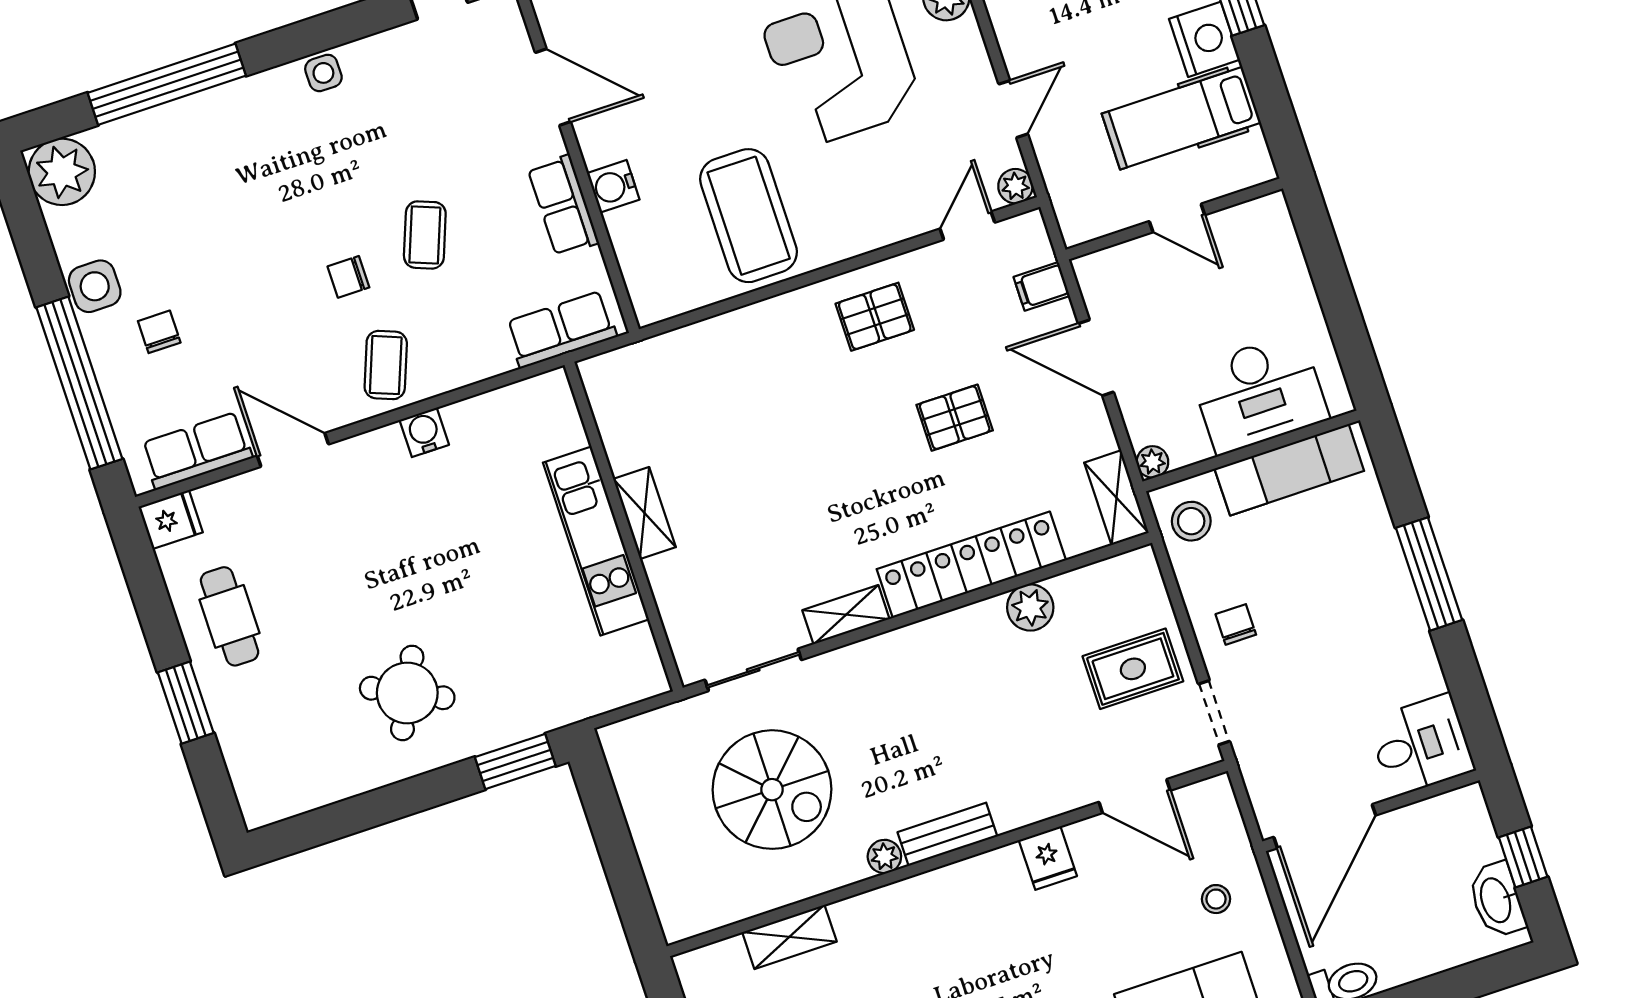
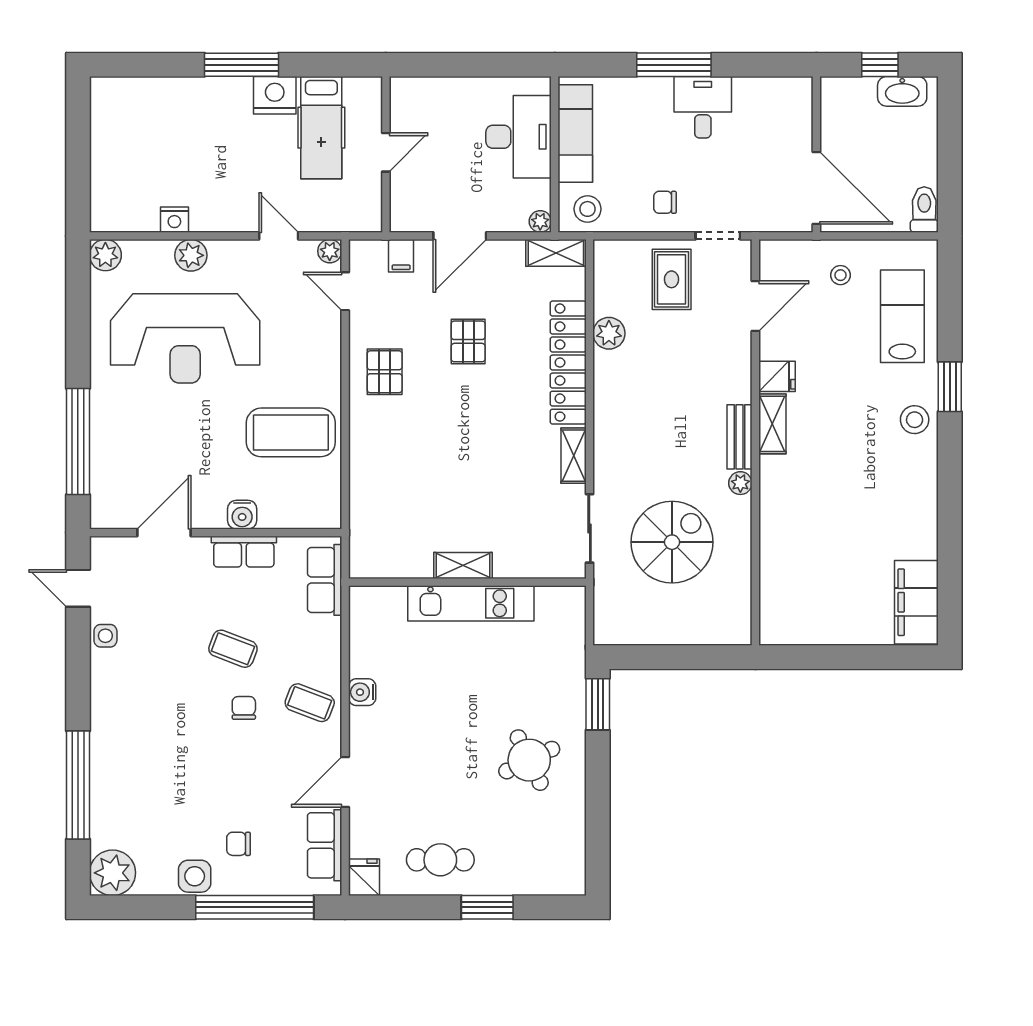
side table: (323, 73) -> (105, 636), moved
chair: (348, 277) -> (244, 708), turned 180
round table: (407, 693) -> (529, 760), turned 38
desk: (1421, 745) -> (703, 107), moved
shelving: (789, 937) -> (772, 424), moved

